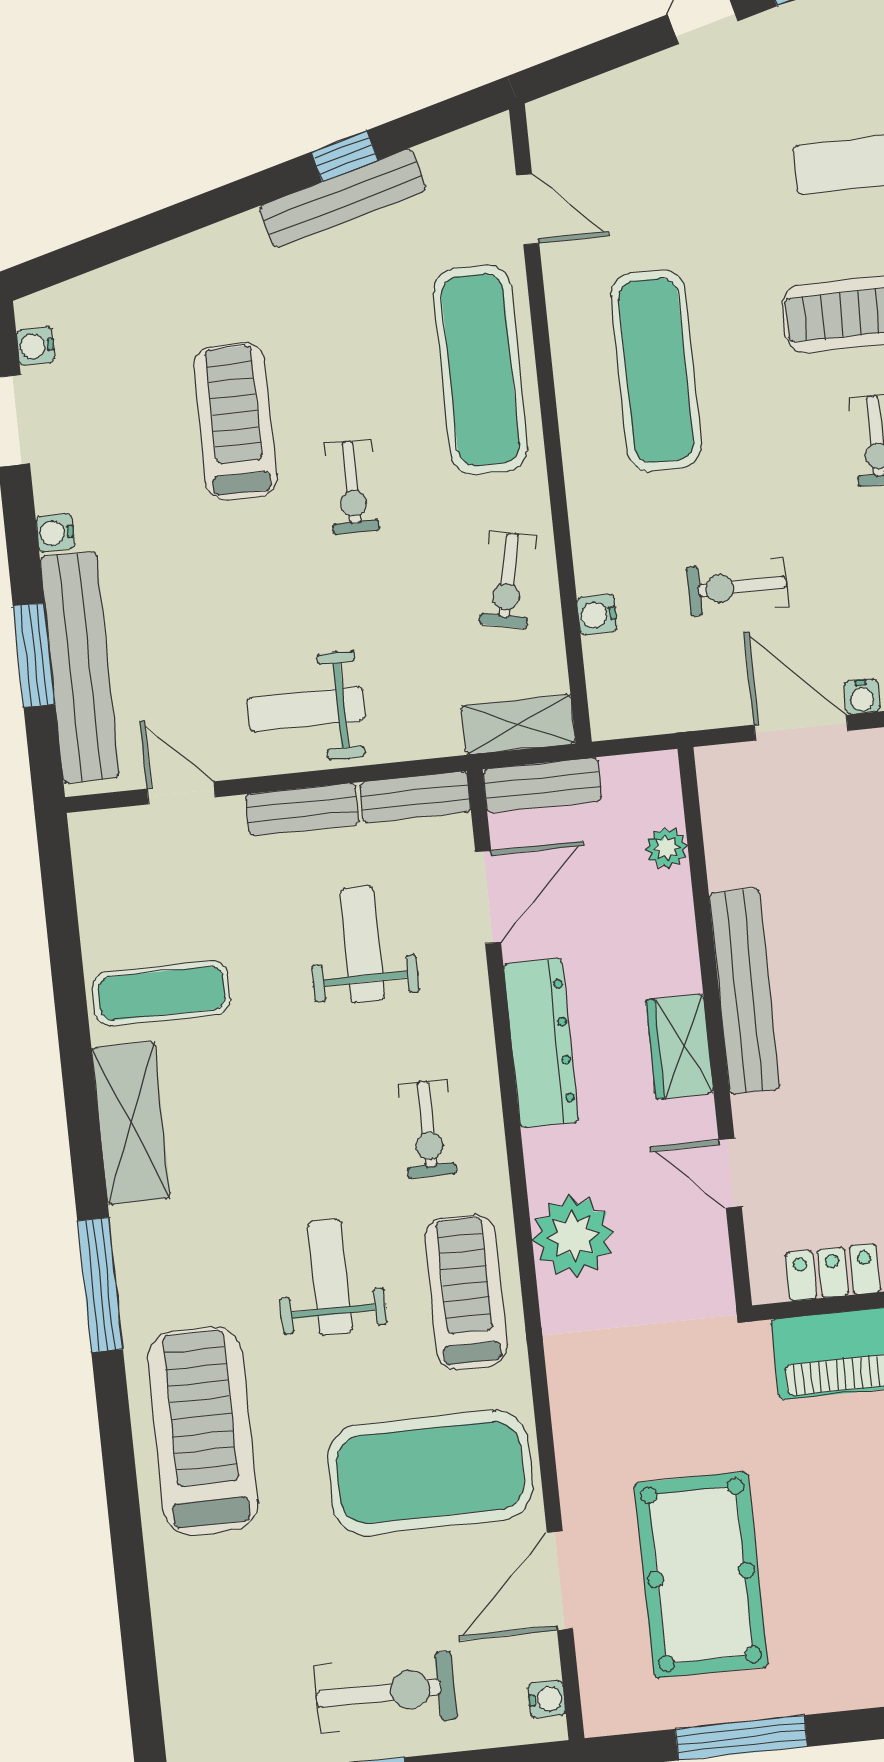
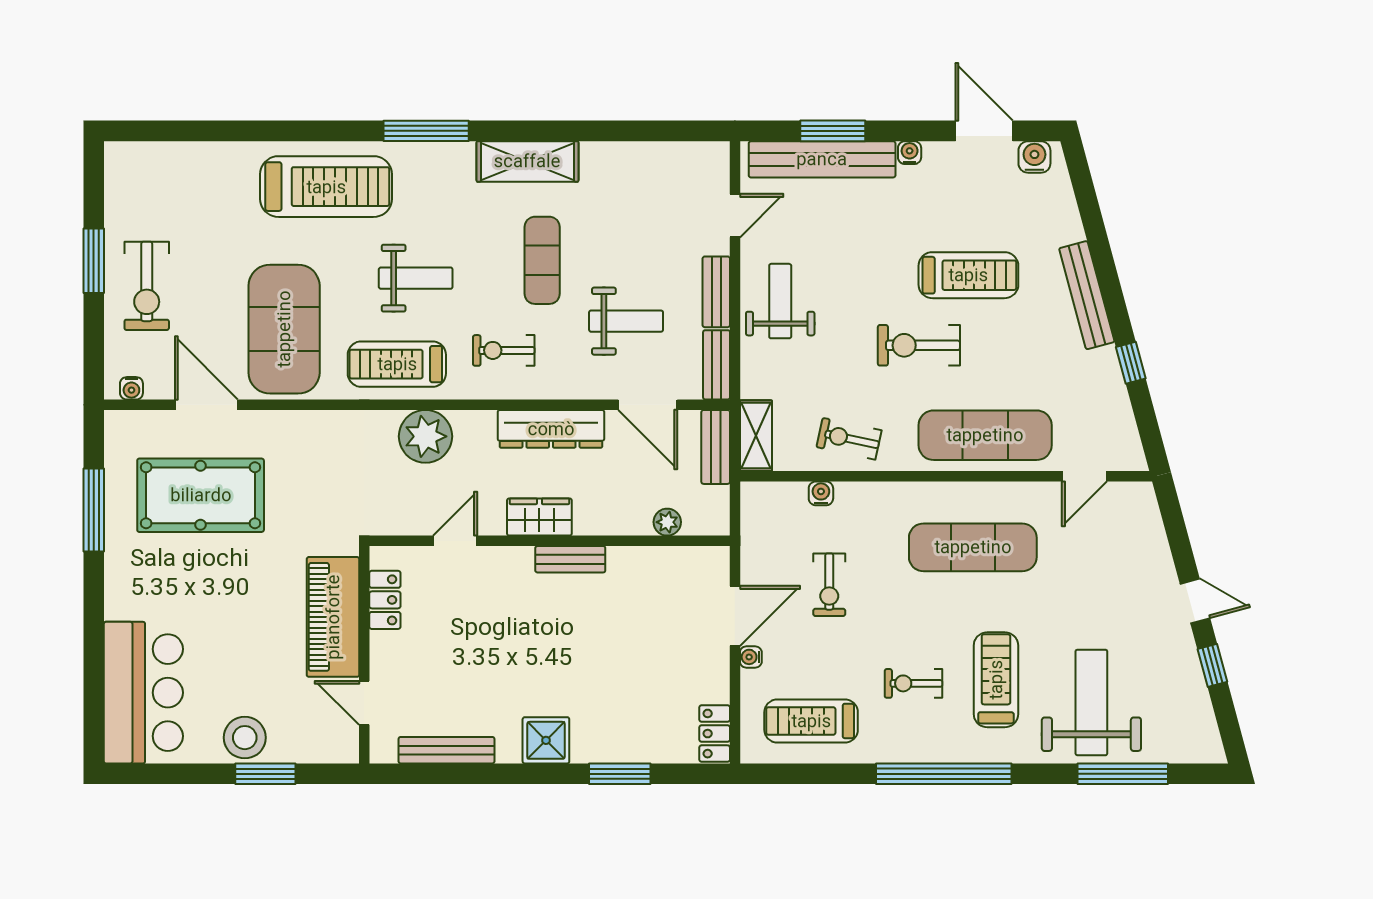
bench: (343, 198) -> (1087, 295), moved
water cooler: (35, 346) -> (1034, 157), width x1.38, depth x1.38
exercise bike: (352, 487) -> (919, 345), width x1.38, depth x1.39
exercise bike: (737, 587) -> (829, 585), turned 180
bench: (744, 991) -> (570, 559), width x0.54, depth x0.82
exercise mat: (162, 993) -> (542, 260), moved
treadmill: (466, 1292) -> (397, 364), turned 180

